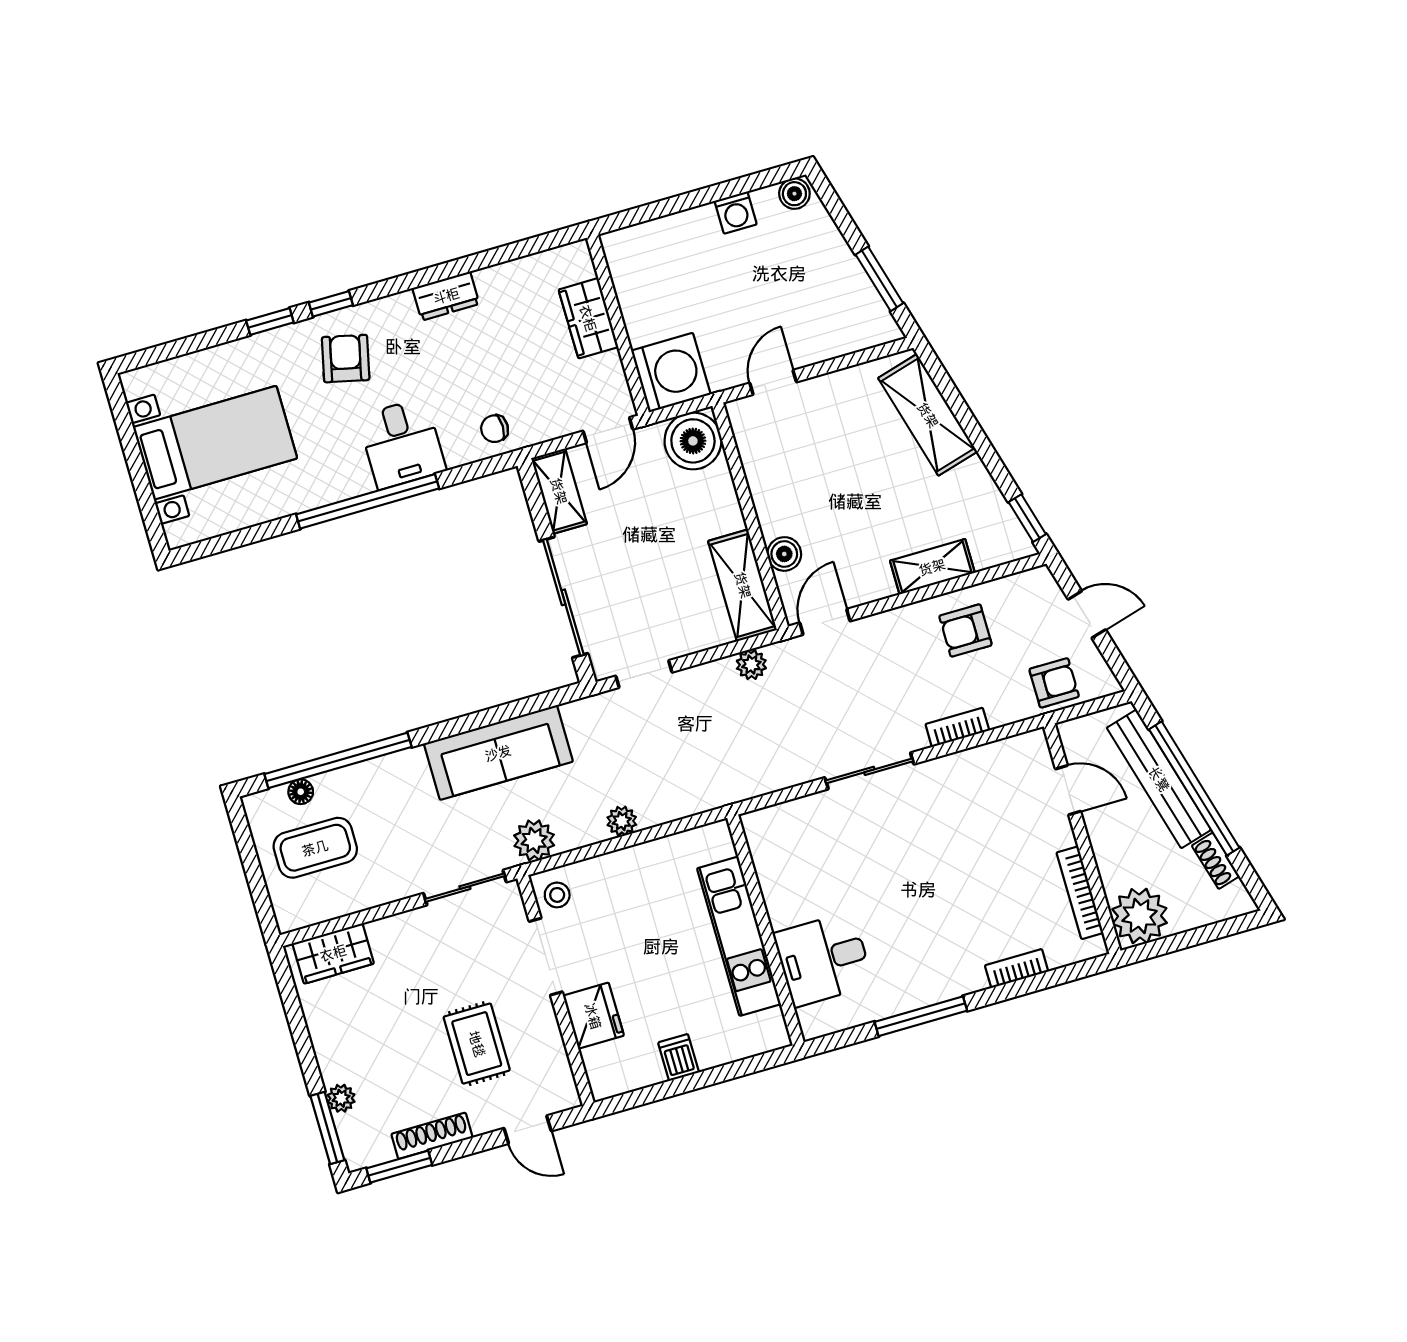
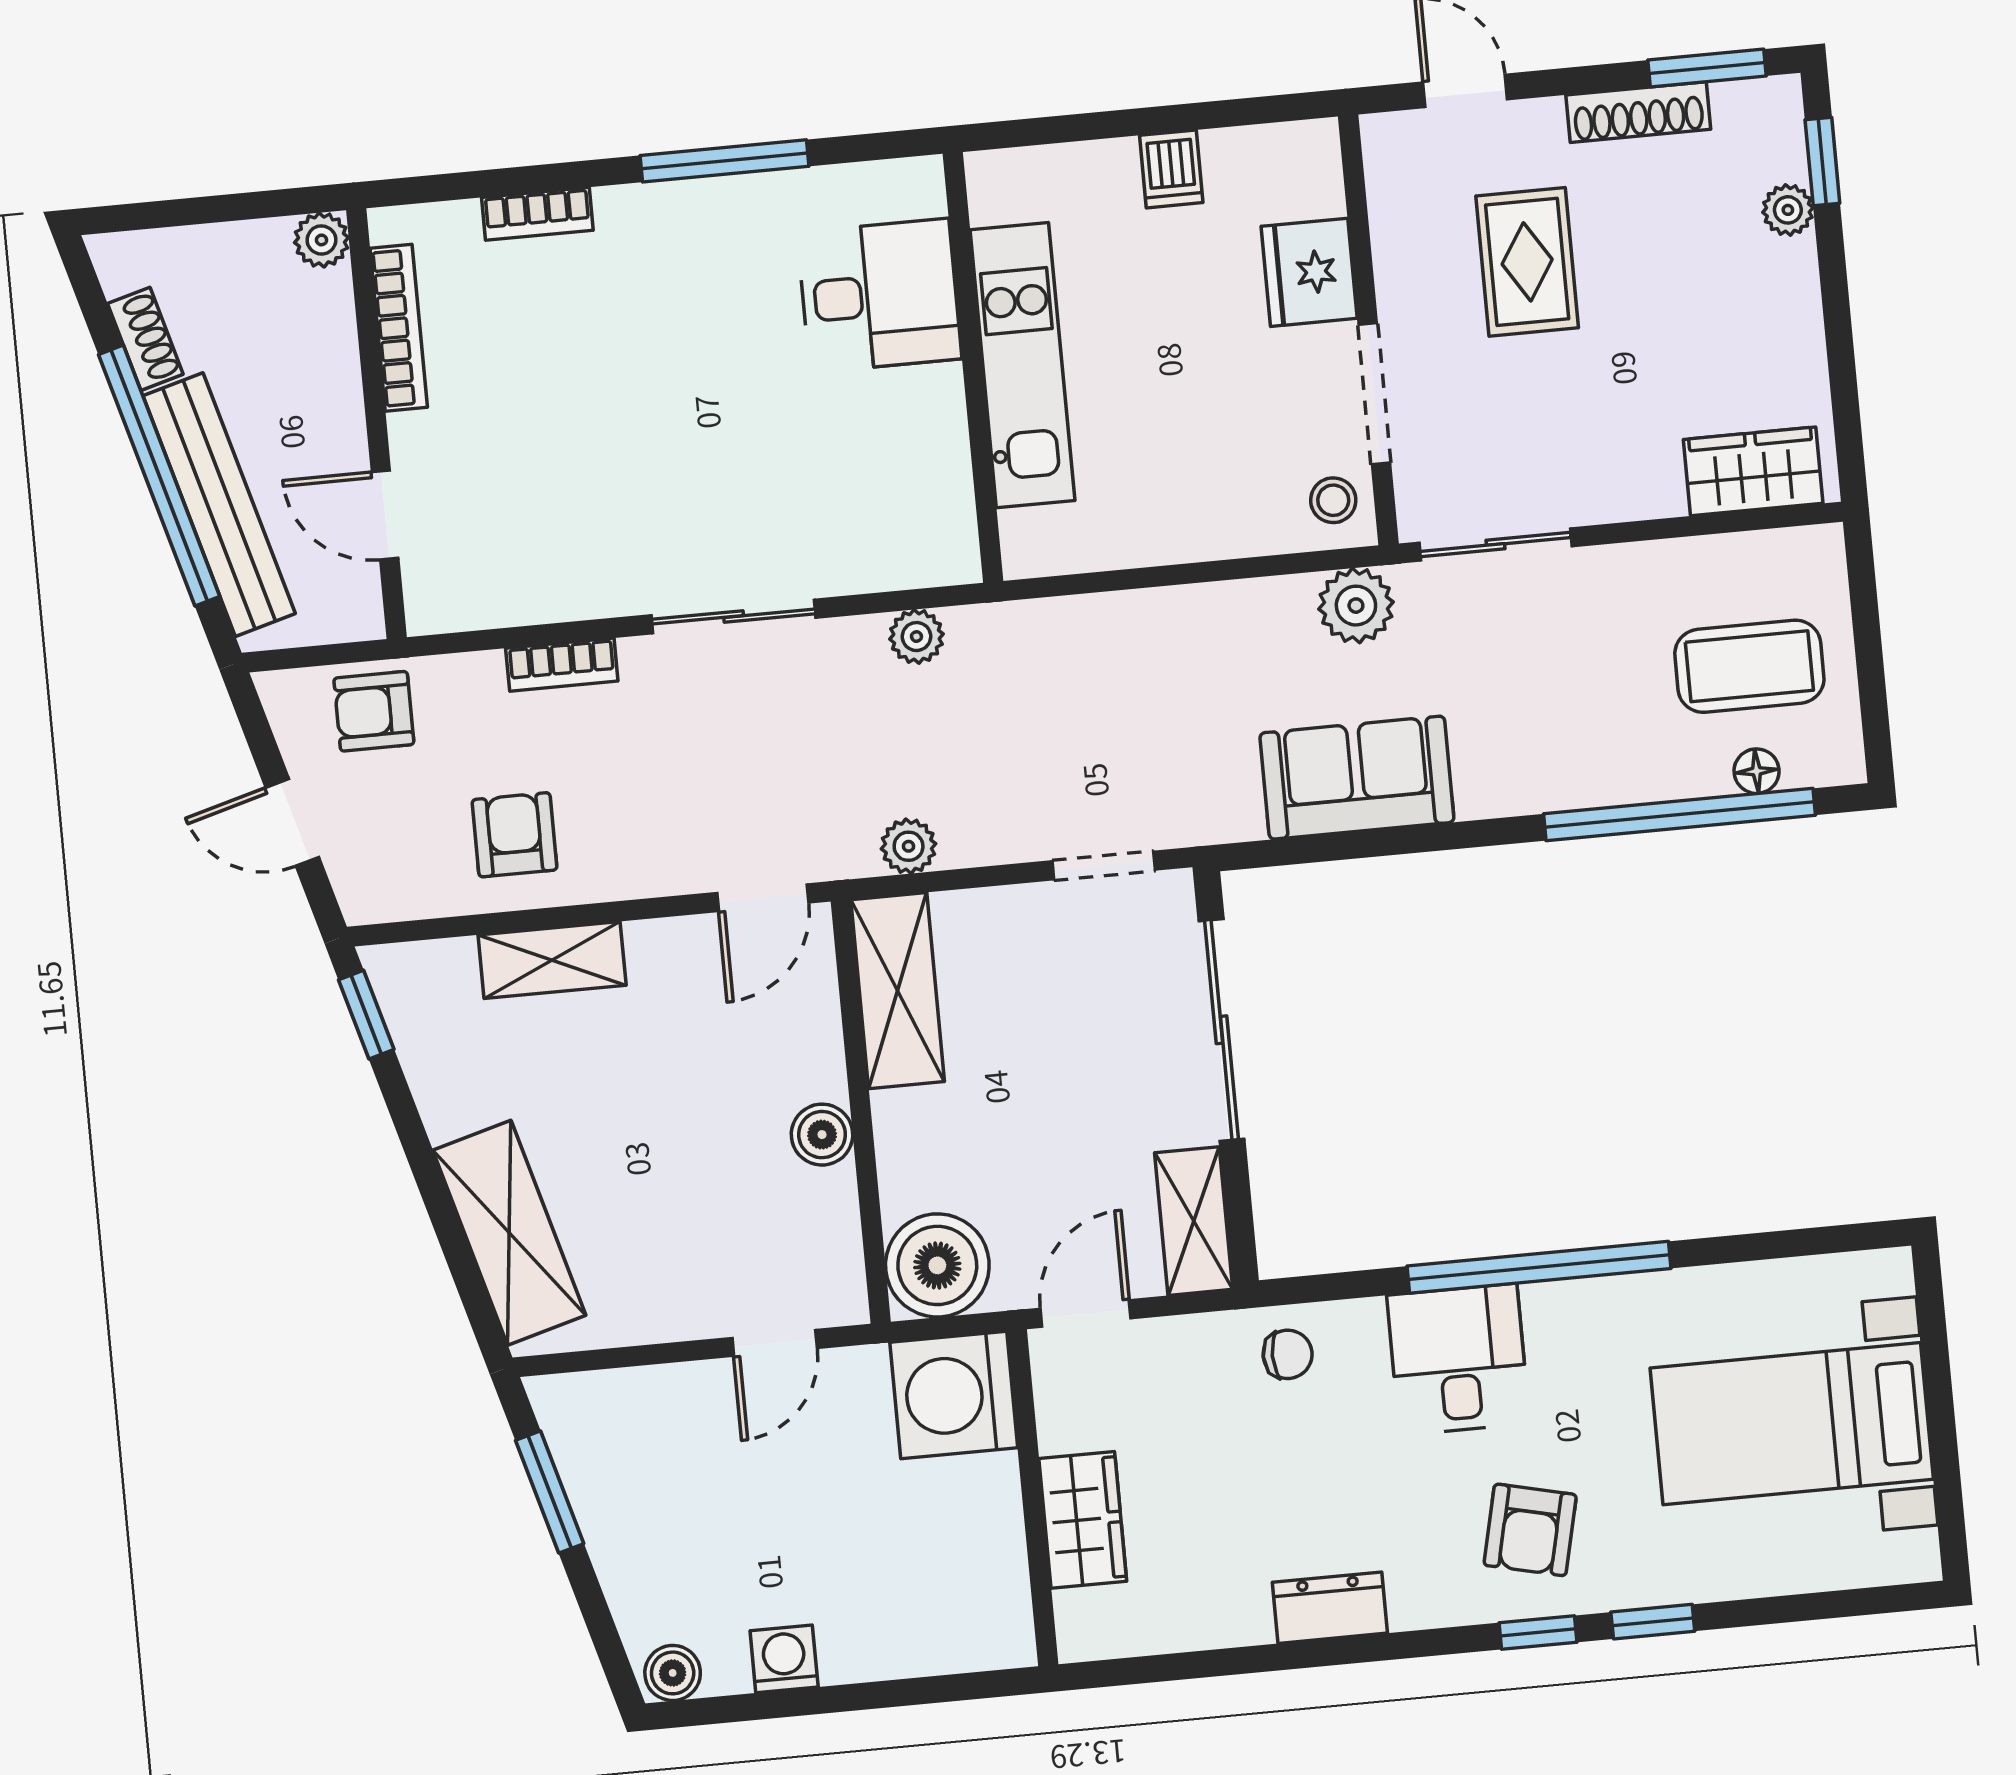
boiler: (784, 554) -> (822, 1135), moved
armchair: (965, 630) -> (514, 835), turned -90
sofa: (498, 753) -> (1357, 778), width x0.73
plant: (622, 821) -> (916, 637), moved
plant: (1140, 916) -> (322, 240), width x0.53, depth x0.53
window: (327, 1128) -> (1822, 162), width x0.67

